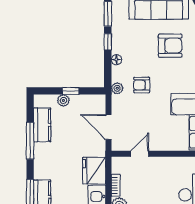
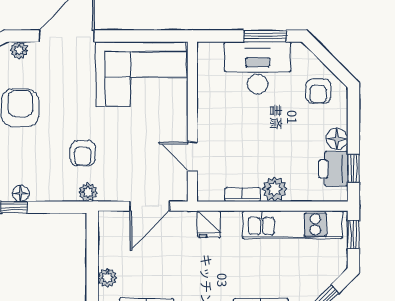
floor lamp: (116, 60) -> (21, 193), moved
window: (71, 91) -> (92, 266), removed
fridge: (94, 171) -> (209, 224), width x0.53, depth x0.75

